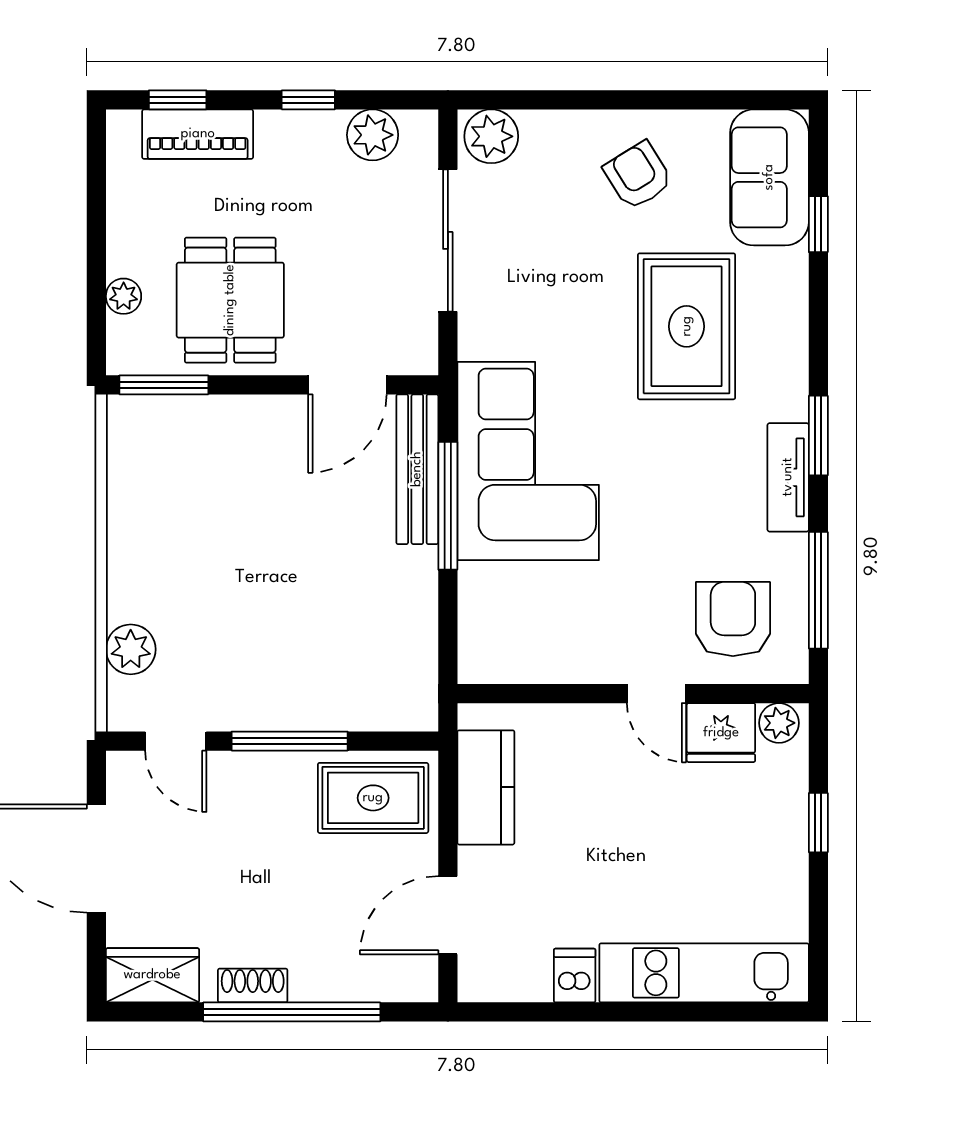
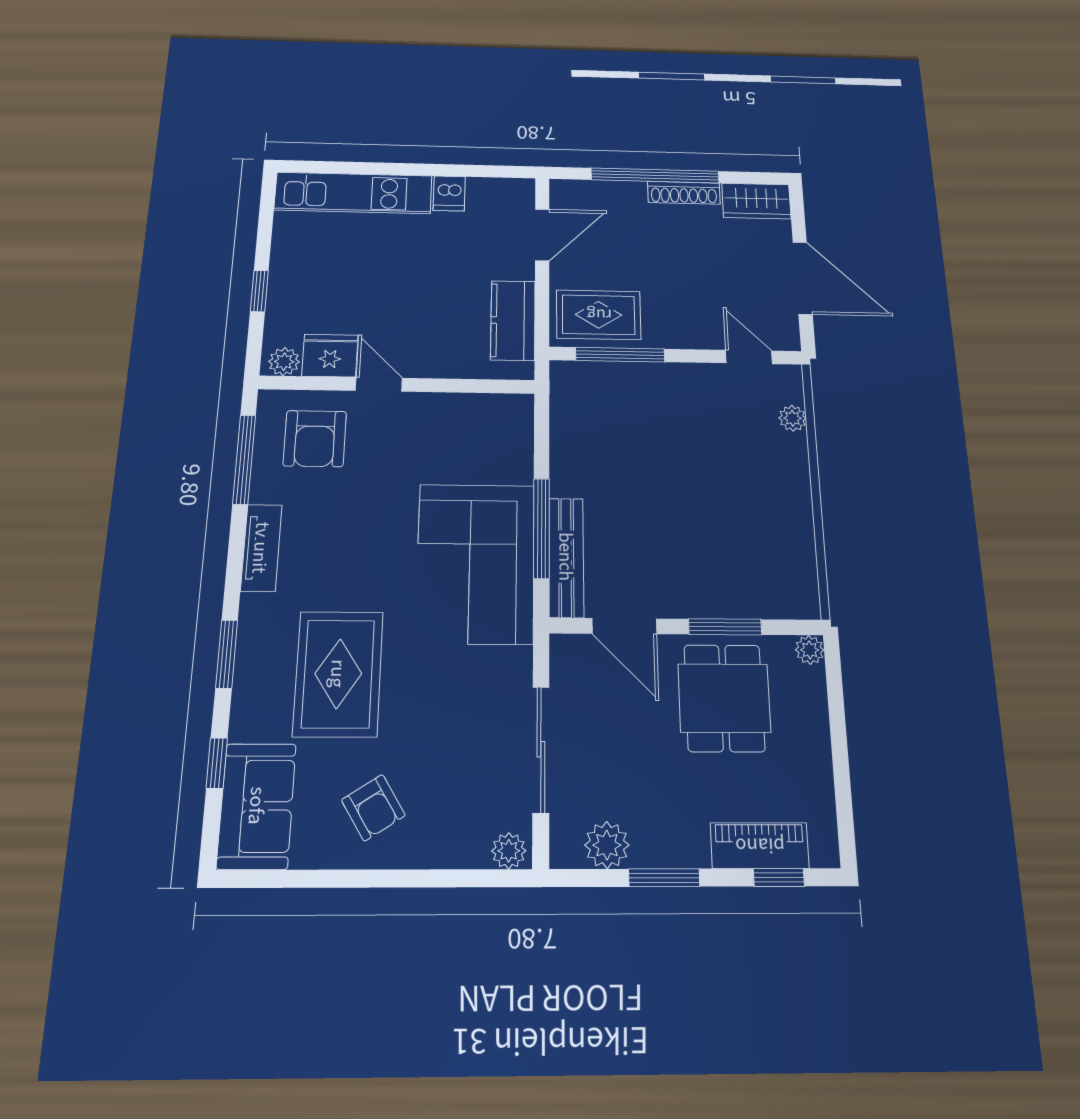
window: (308, 100) -> (664, 878), width x1.50
plant: (491, 136) -> (509, 851), width x0.73, depth x0.73
plant: (124, 296) -> (810, 650), moved
window: (164, 385) -> (725, 627), moved
door: (347, 385) -> (624, 626), swing flipped
window: (818, 436) -> (227, 654), moved
plant: (131, 649) -> (793, 418), width x0.73, depth x0.73
window: (290, 741) -> (620, 355), moved
shoe rack: (253, 985) -> (684, 193), width x1.43

